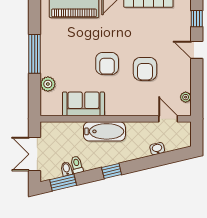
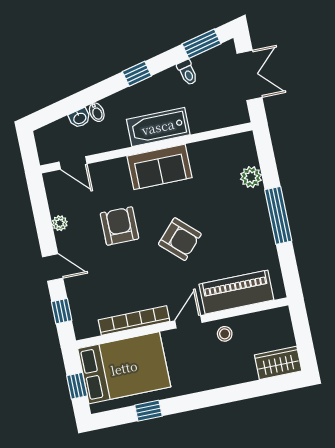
armchair: (107, 63) -> (180, 239), moved, turned 133
plant: (186, 97) -> (60, 223), moved
sofa: (83, 104) -> (160, 167), moved
bidet: (66, 169) -> (97, 112), moved

